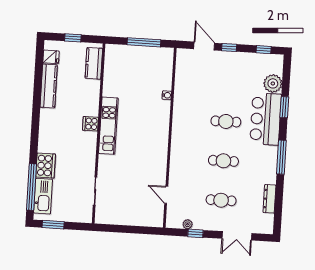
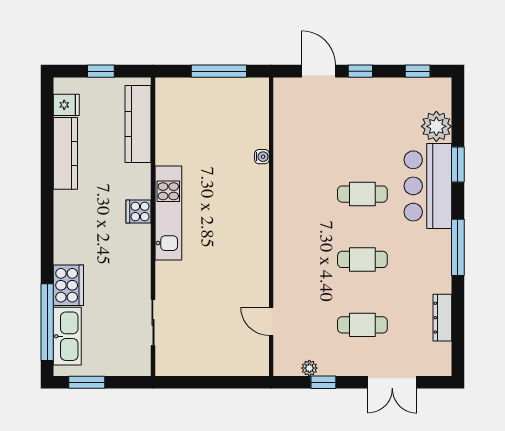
kitchen counter: (94, 63) -> (138, 124), width x1.50

